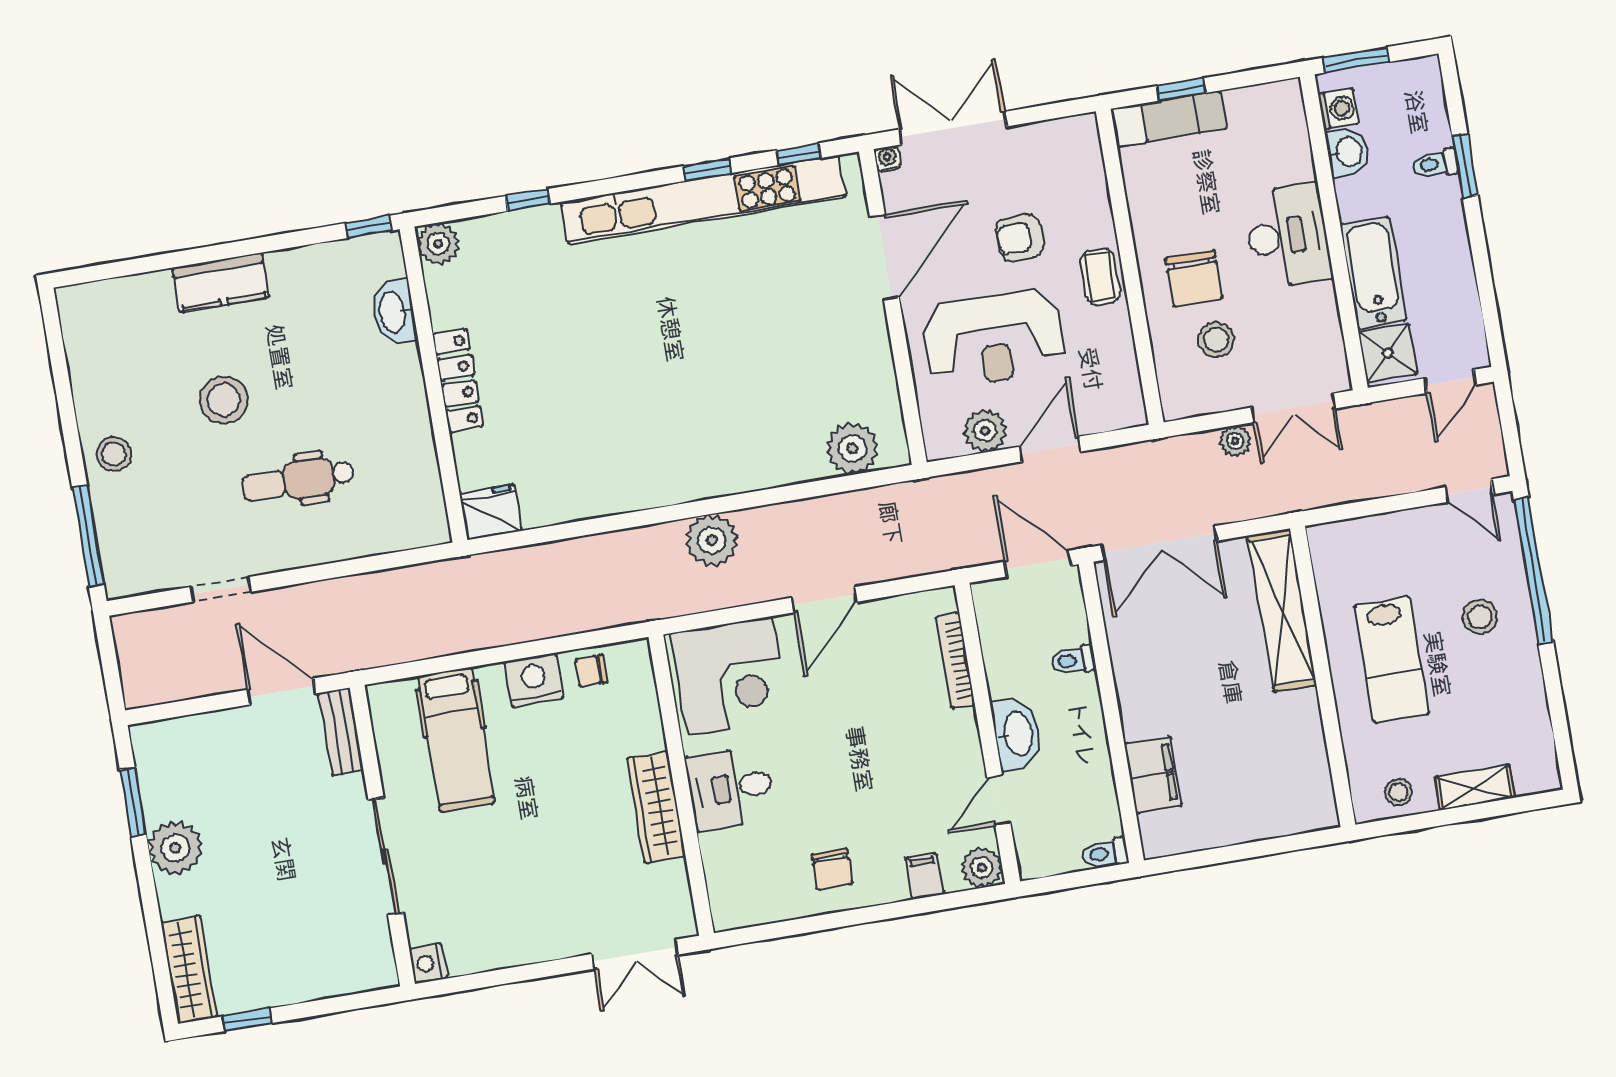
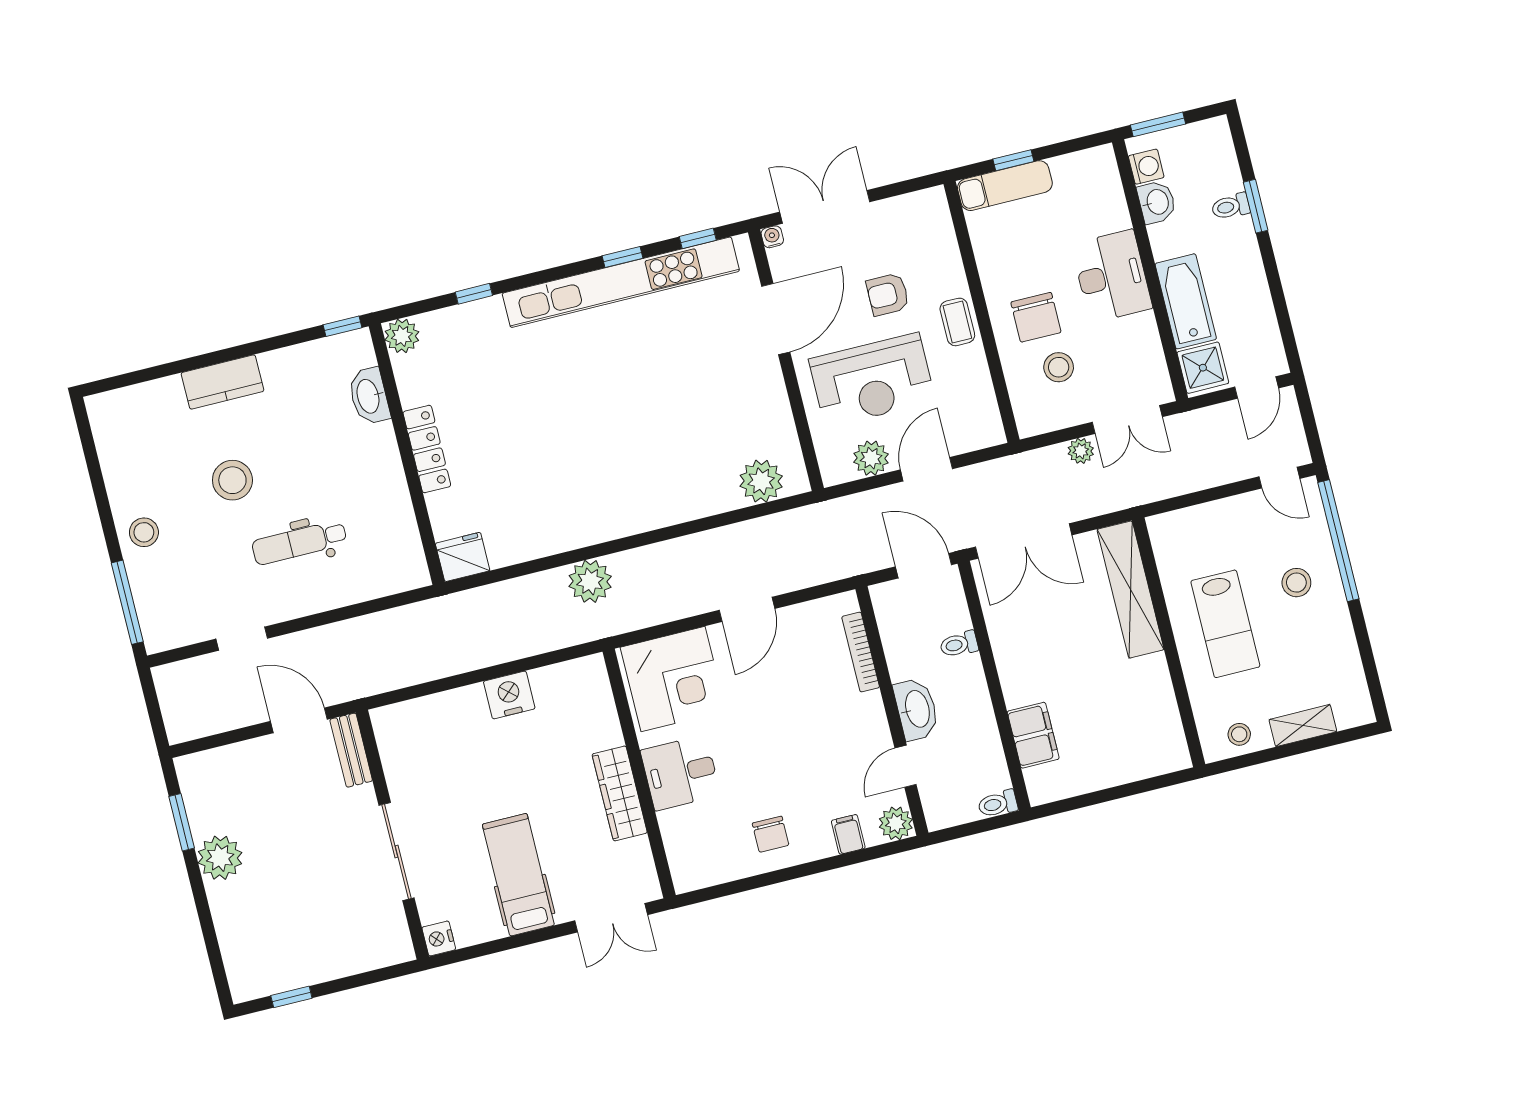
plant: (712, 540) -> (590, 581), moved
chair: (591, 671) -> (557, 684), removed
hospital bed: (456, 739) -> (518, 875), moved, turned 180
wardrobe: (189, 970) -> (239, 959), removed

